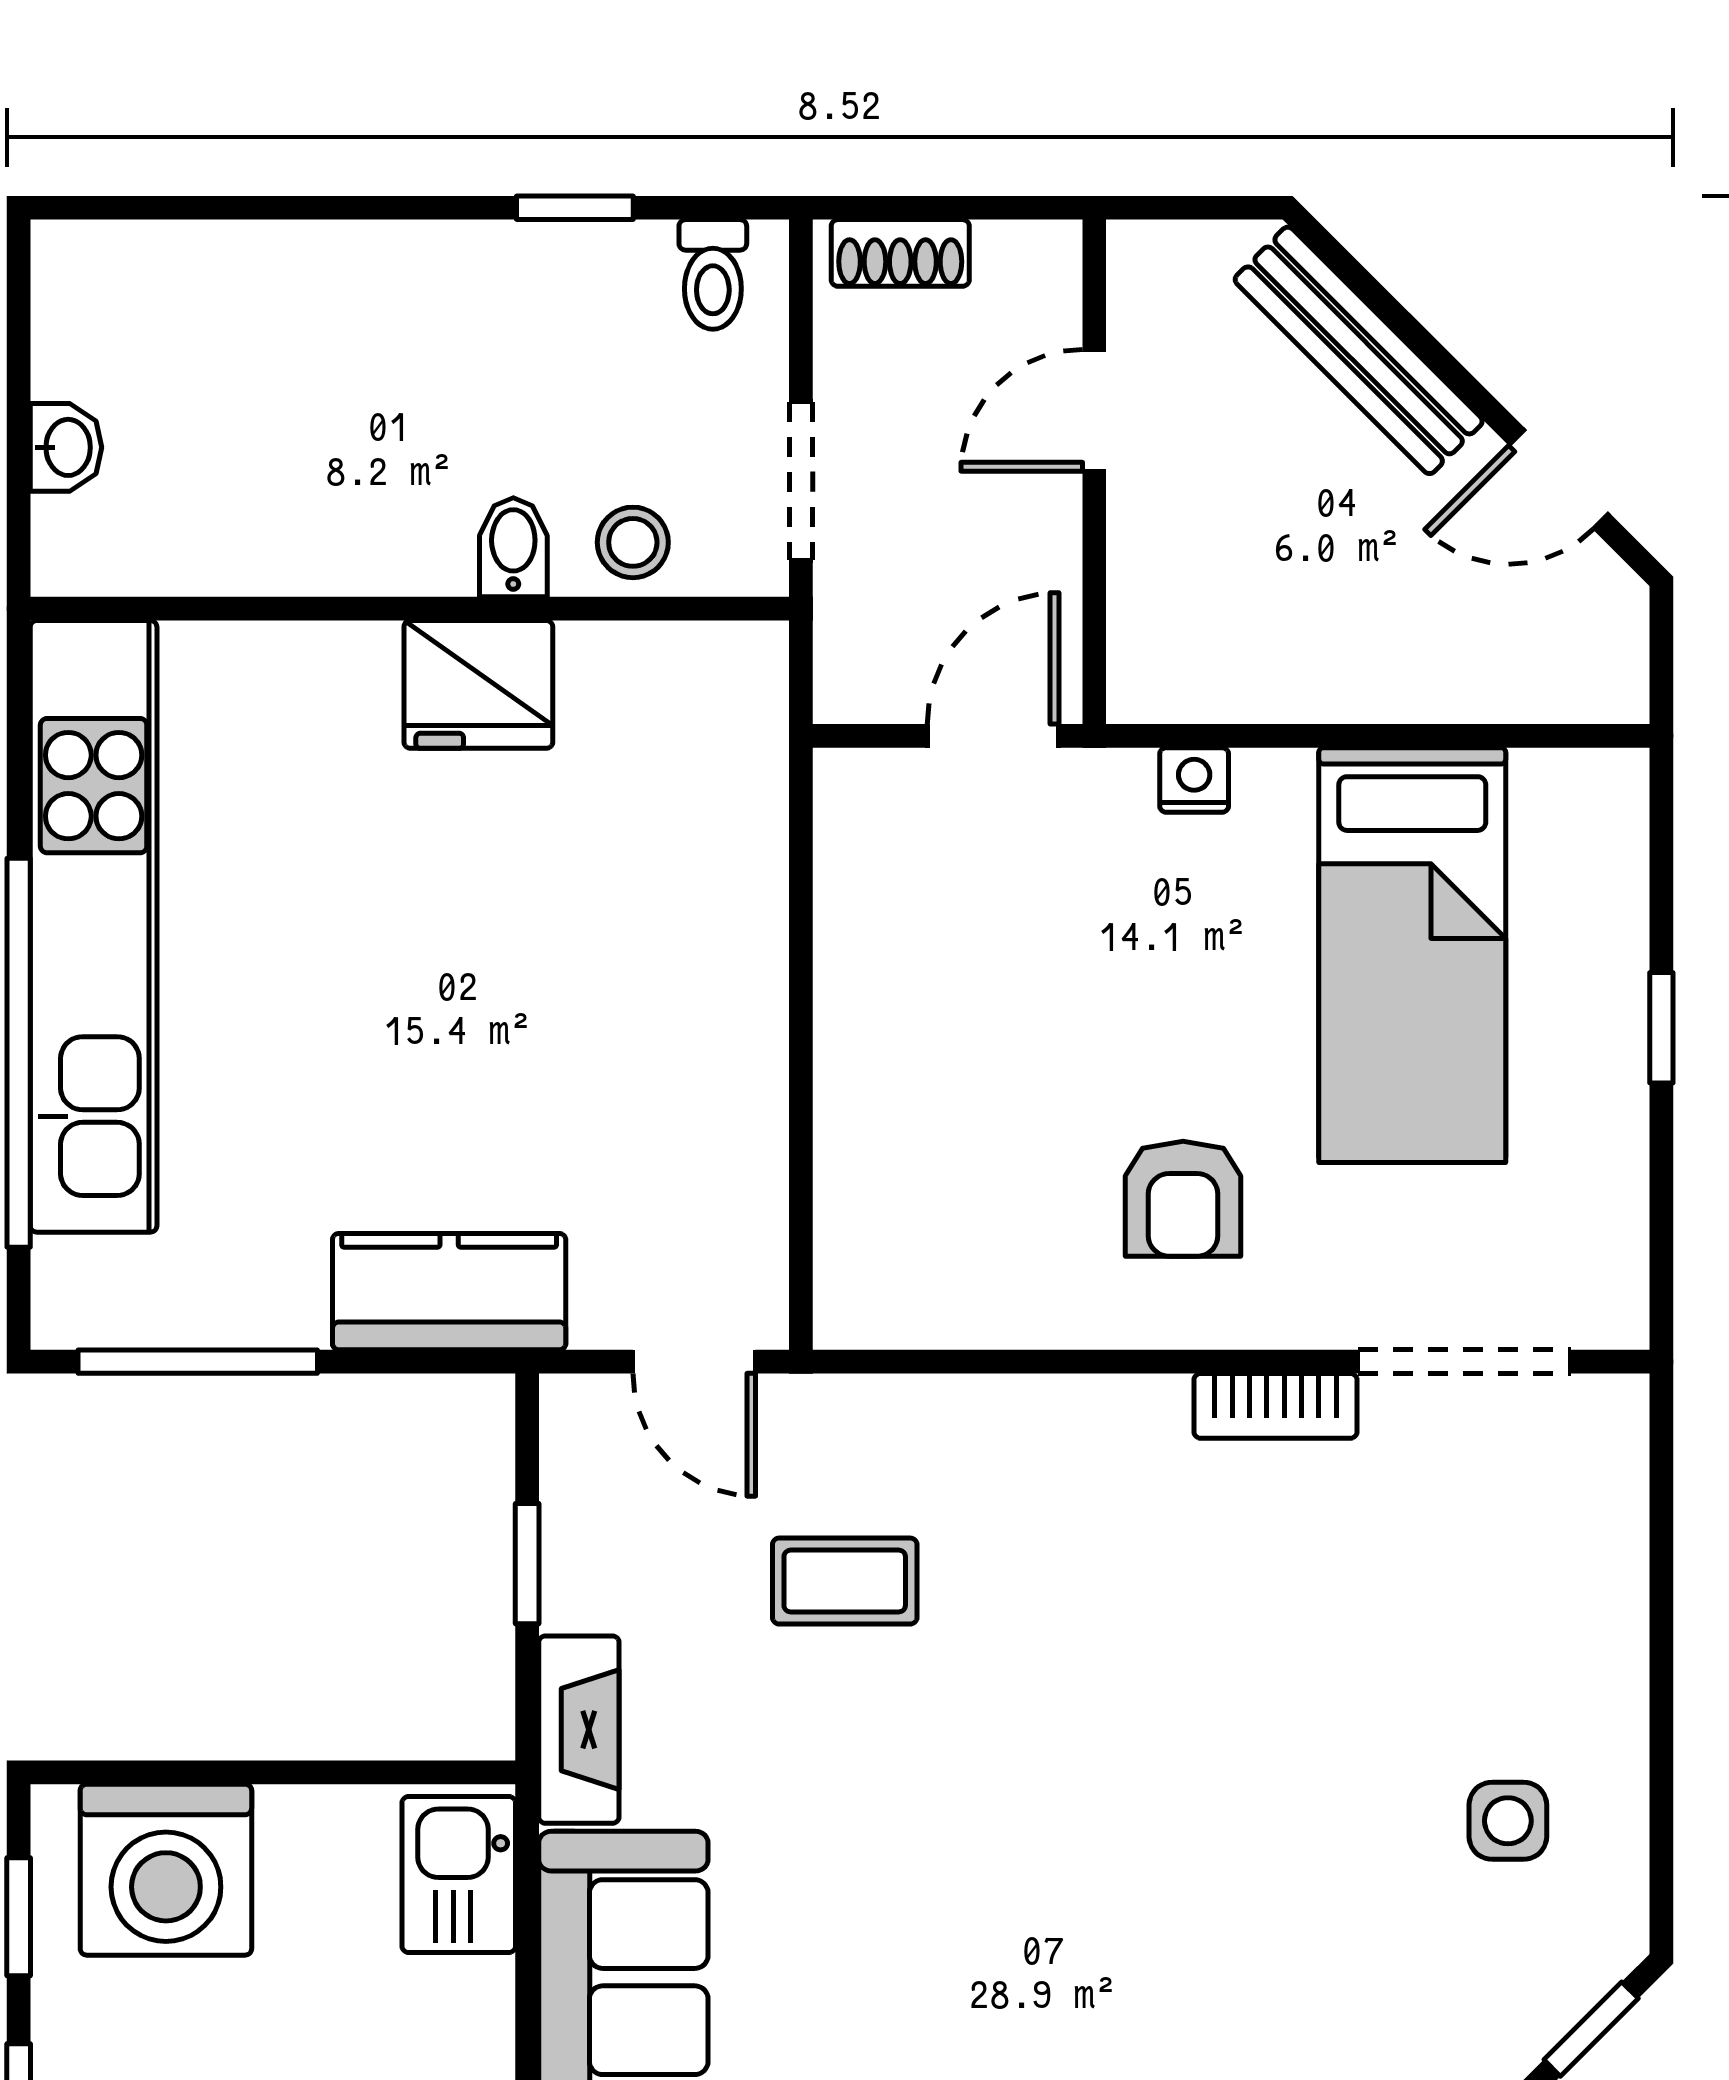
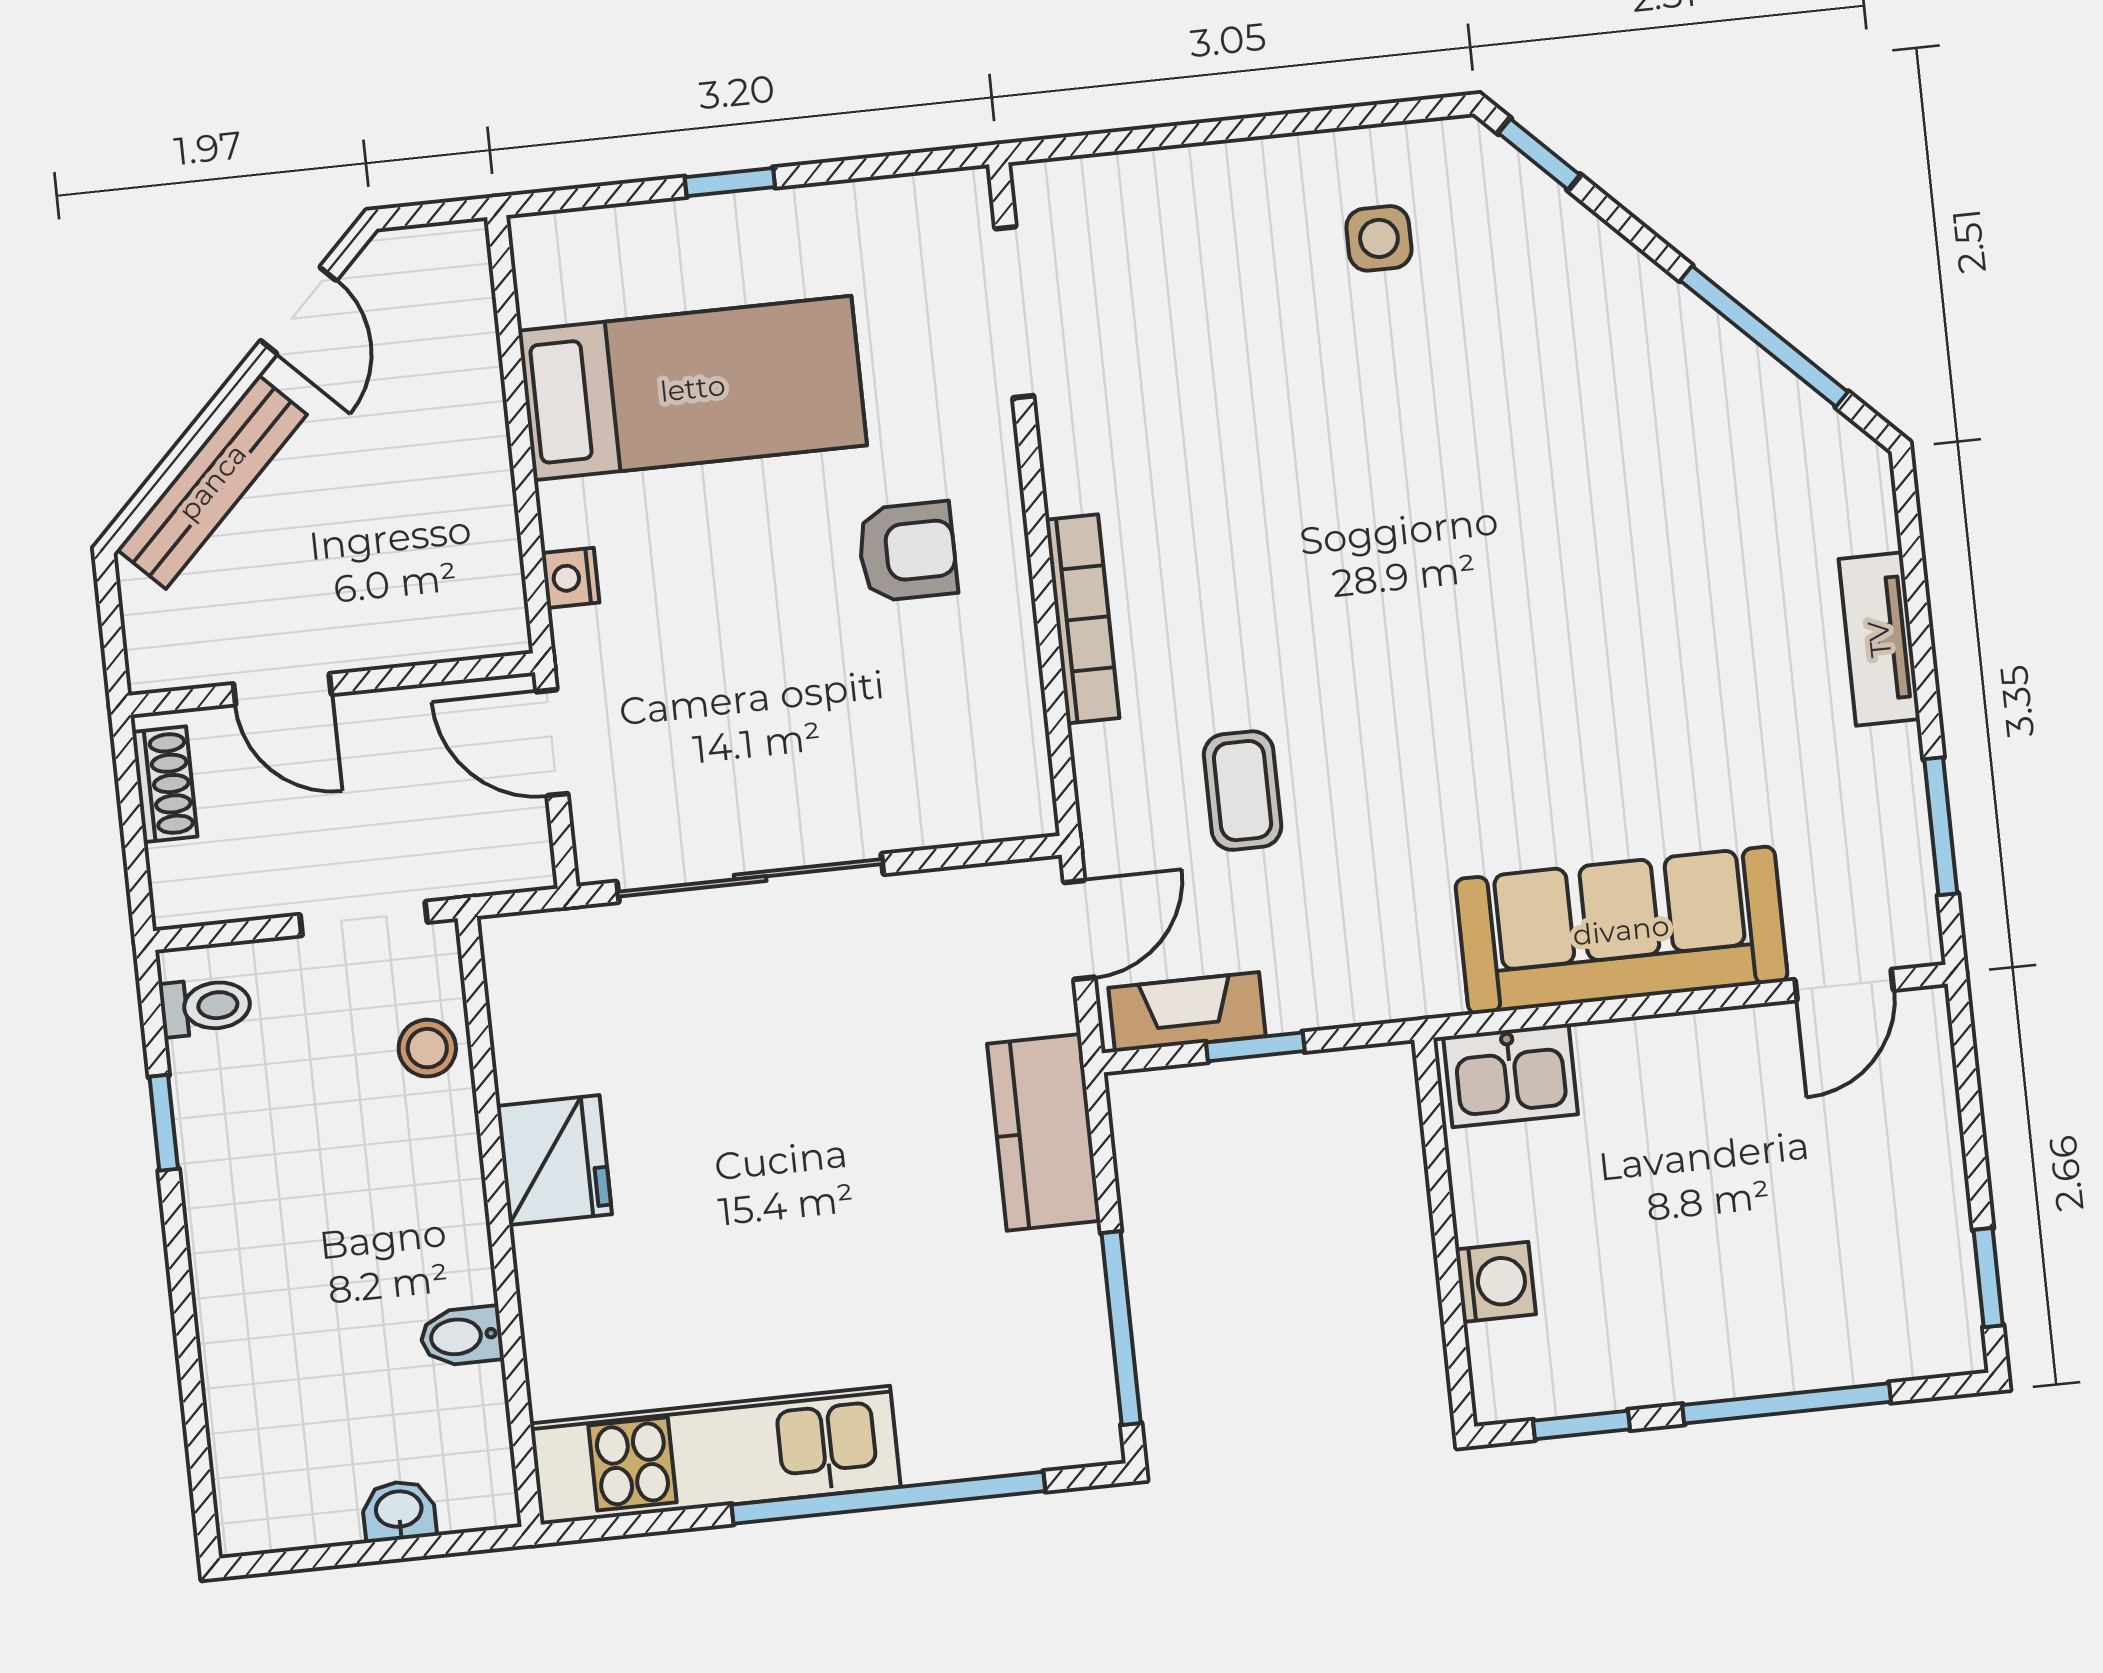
shoe rack: (900, 253) -> (165, 784), moved
bidet: (513, 547) -> (462, 1336), moved
kitchen unit: (94, 926) -> (715, 1455), width x0.73
sliding door: (801, 963) -> (750, 878), added
bookcase: (1275, 1406) -> (1082, 619), moved, width x1.56
fireplace: (579, 1730) -> (1187, 1012), moved
washing machine: (166, 1870) -> (1496, 1282), width x0.53, depth x0.53

